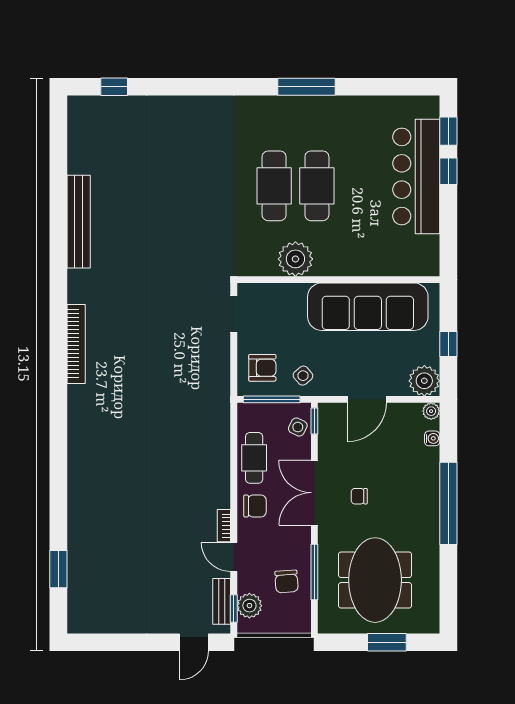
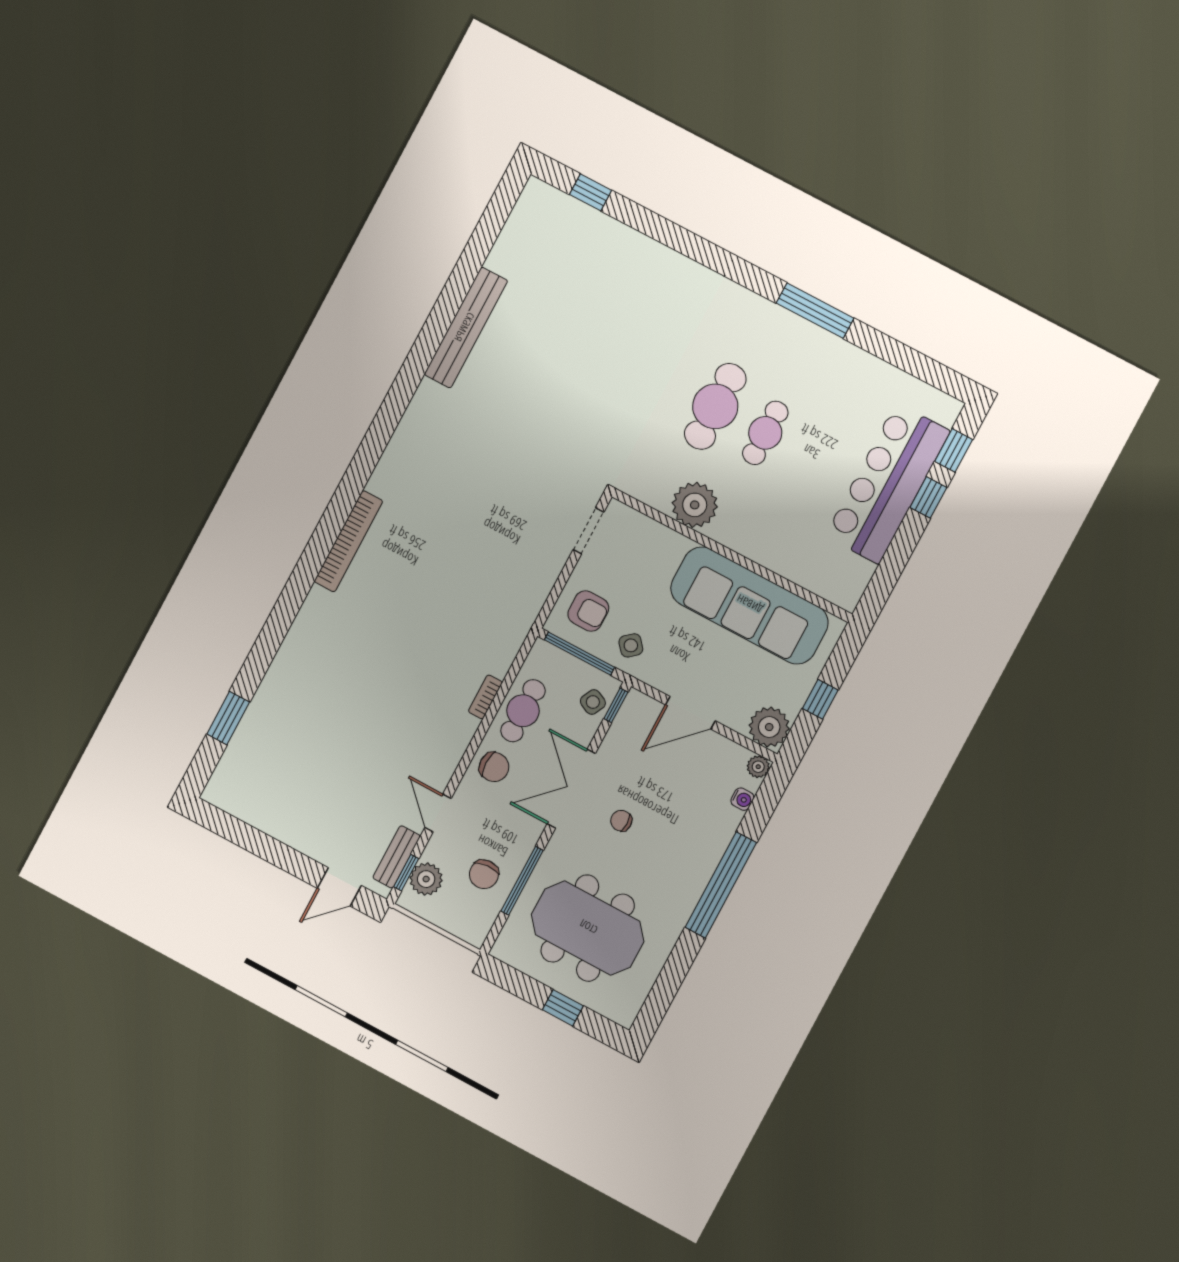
cafe table: (317, 186) -> (765, 433), width x0.73, depth x0.74
bookcase: (76, 344) -> (348, 541), moved
bookcase: (224, 526) -> (485, 697), moved
meeting table: (375, 580) -> (588, 928), turned 90
window: (387, 642) -> (563, 1008), width x0.67

